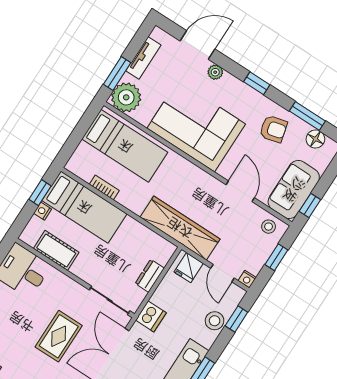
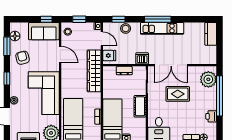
door: (240, 191) -> (60, 55), swing flipped
cot: (56, 250) -> (140, 106), moved
door: (222, 273) -> (102, 39), hinge flipped

